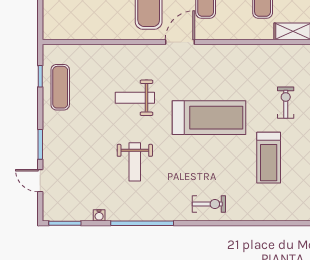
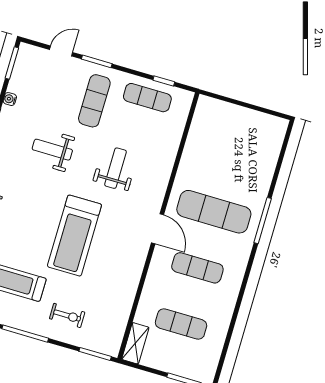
exercise mat: (78, 136) -> (94, 101), added

